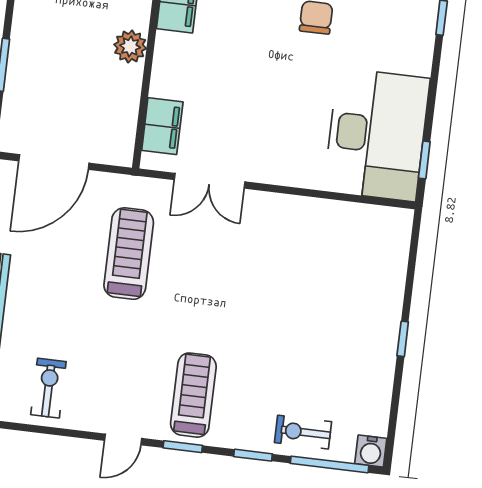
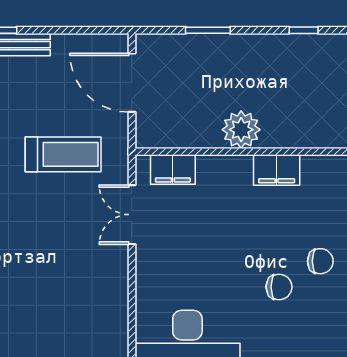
plant: (130, 46) -> (241, 130), width x1.36, depth x1.36

